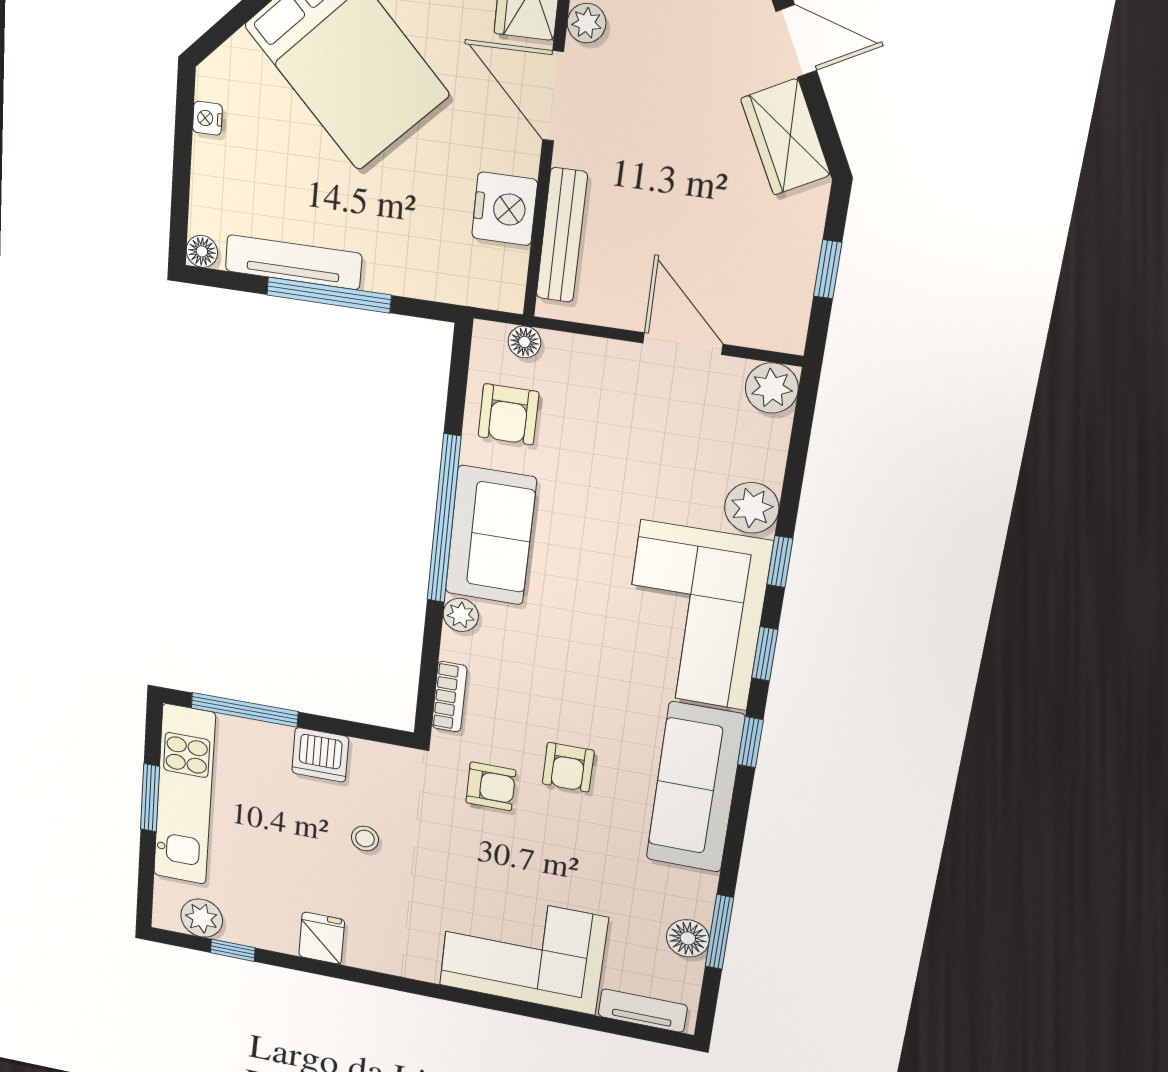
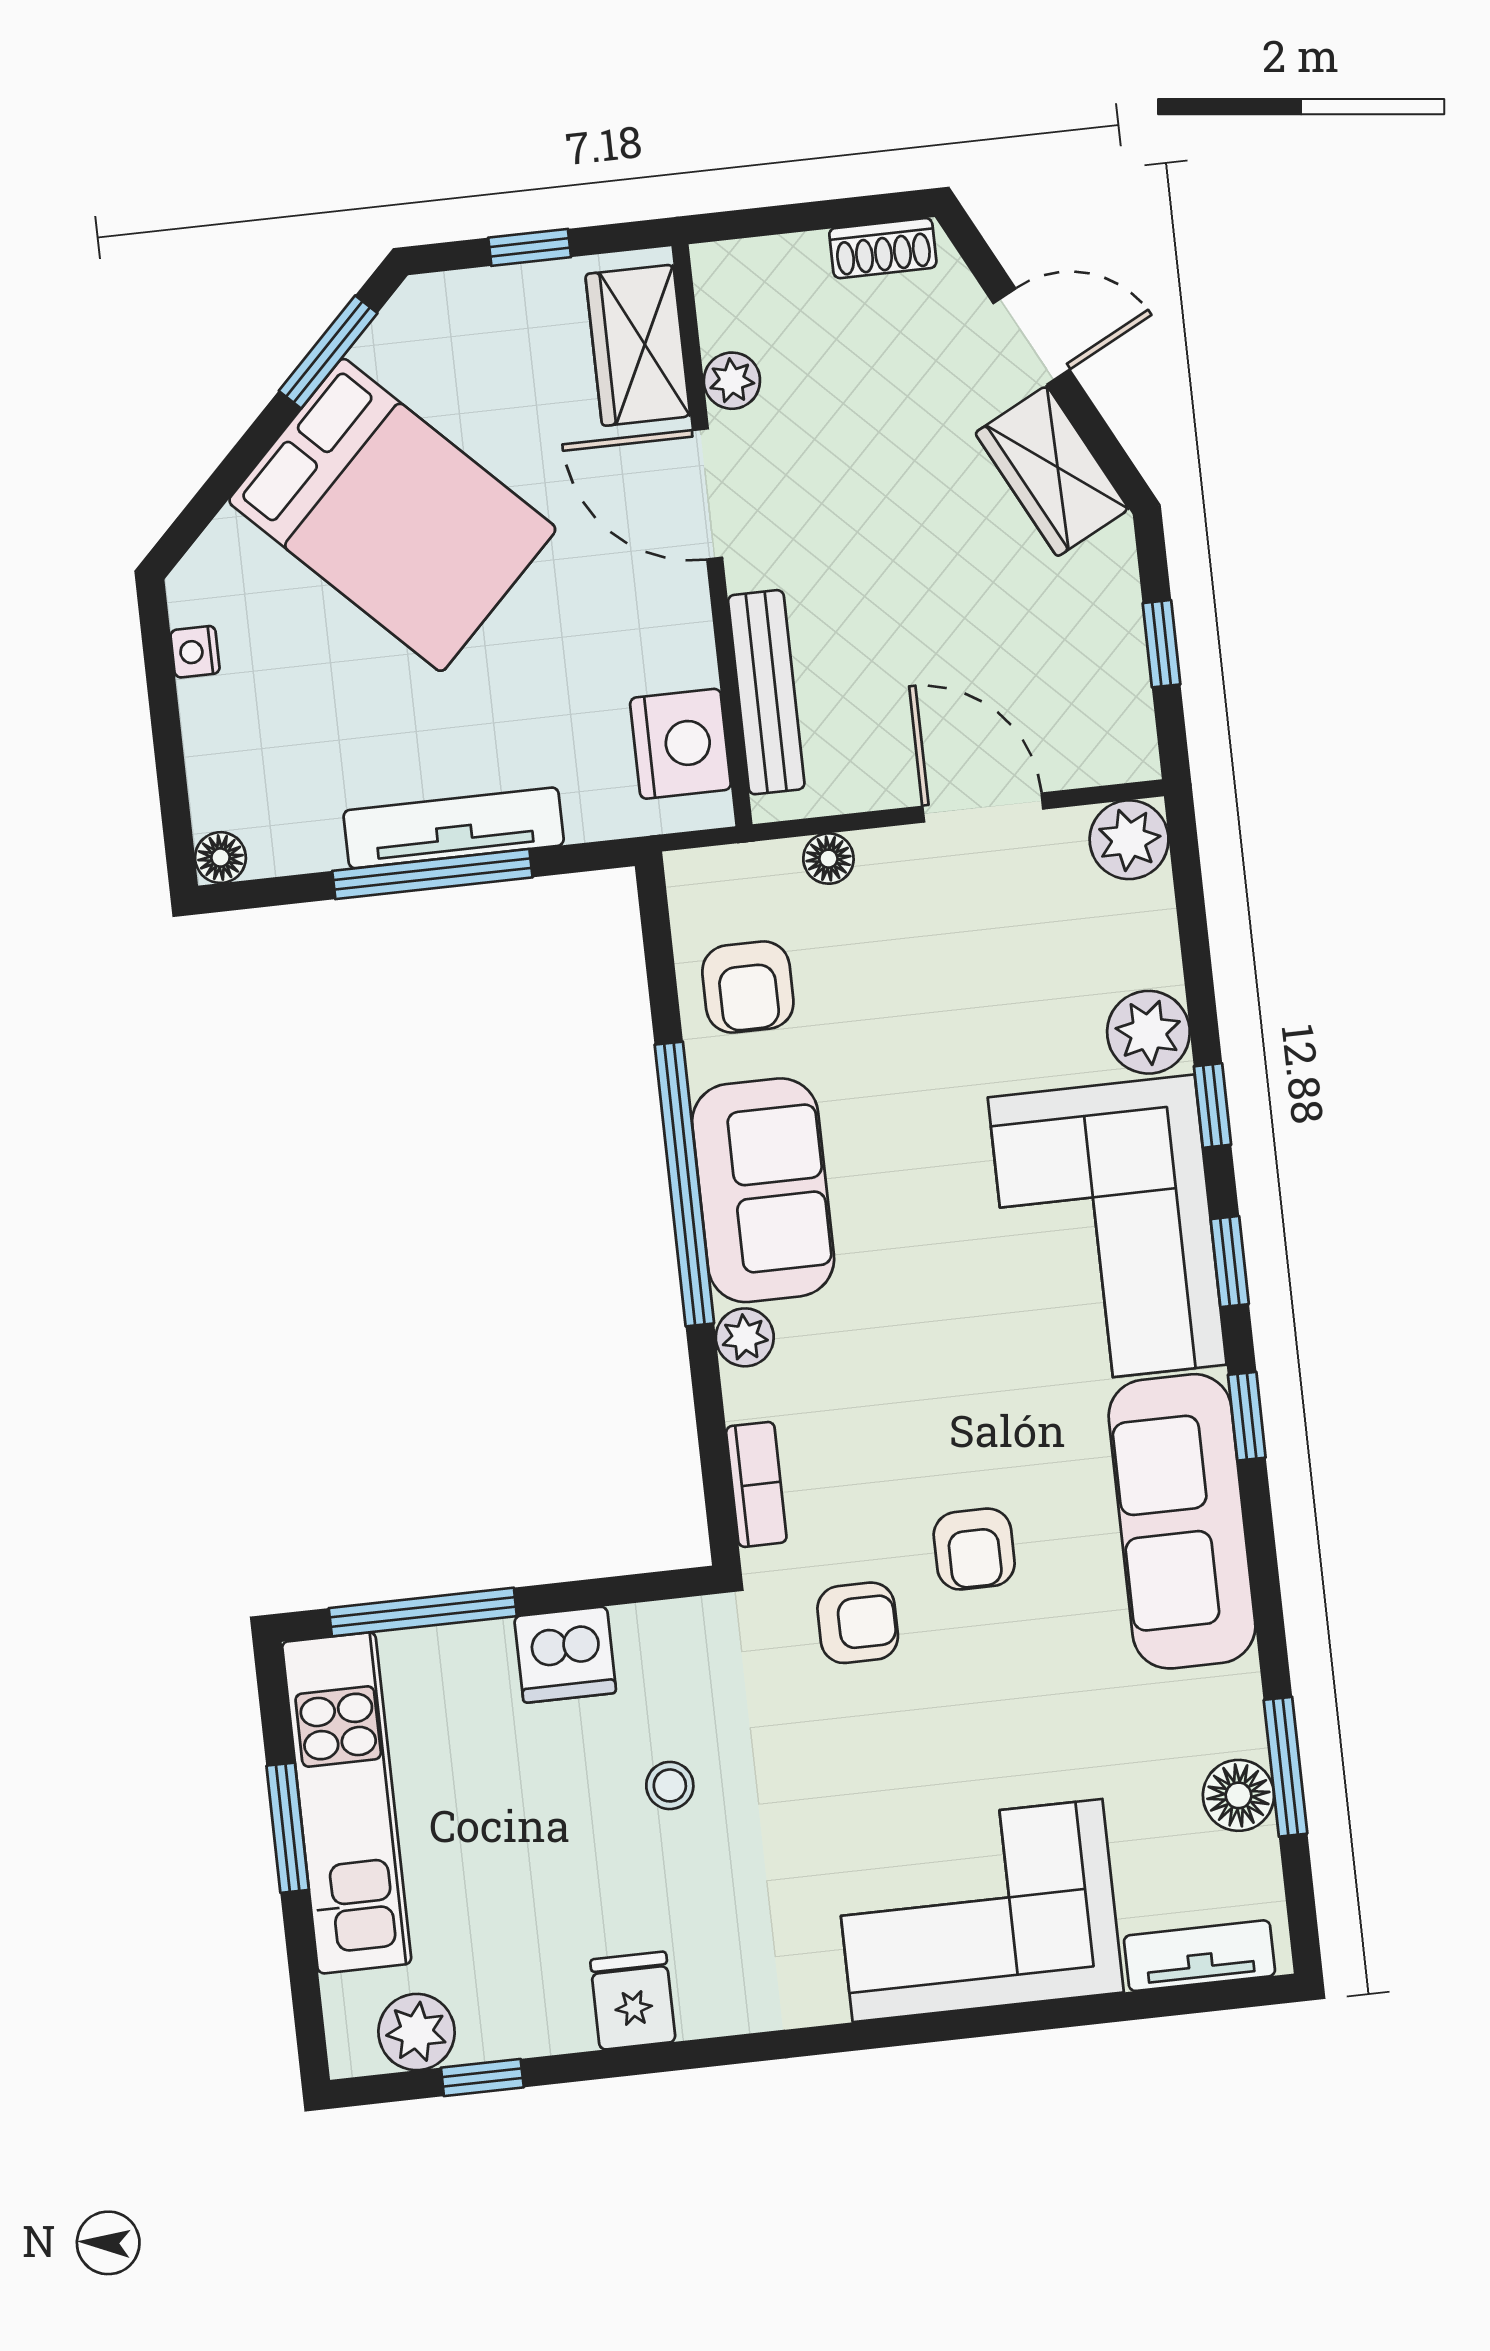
nightstand: (505, 209) -> (680, 744), moved
tv unit: (293, 262) -> (454, 828), moved
floor lamp: (524, 342) -> (828, 859), moved

